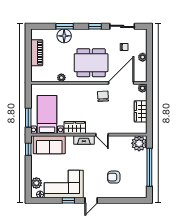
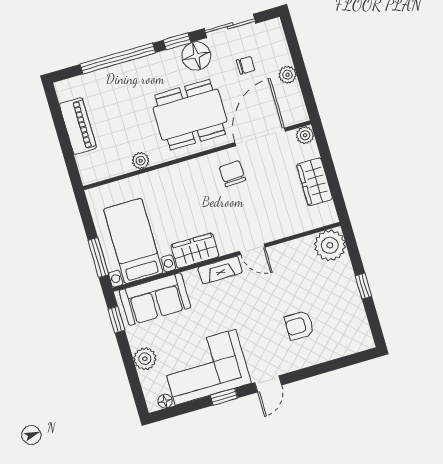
window: (65, 26) -> (118, 58), width x2.11
floor lamp: (64, 36) -> (196, 56), moved
window: (149, 167) -> (363, 286), width x0.32
plant: (36, 183) -> (145, 359), moved

